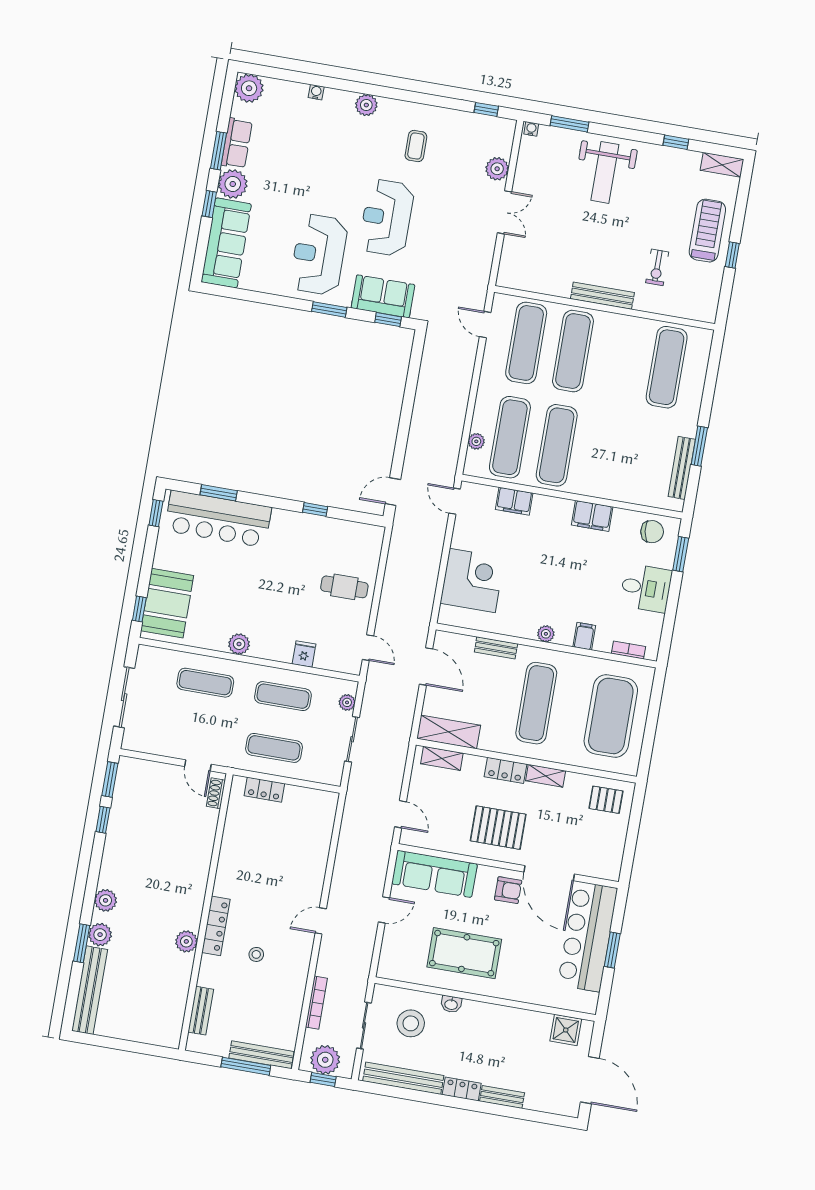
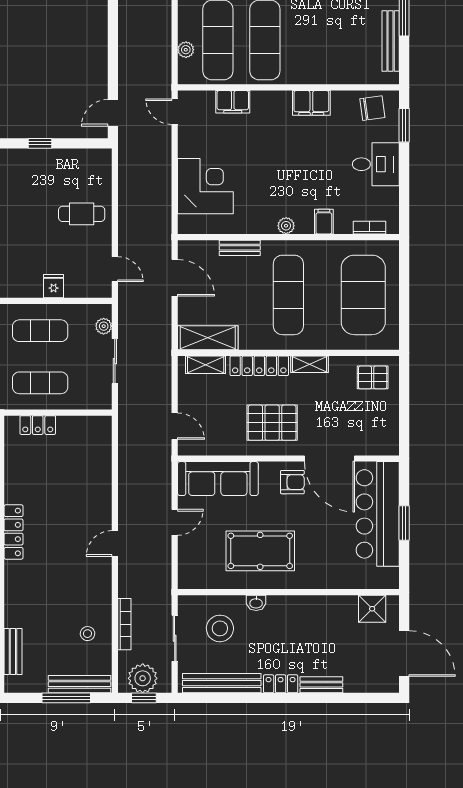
locker: (505, 770) -> (259, 366), width x1.53
locker: (216, 926) -> (14, 532), moved
stool: (256, 954) -> (88, 634), moved

